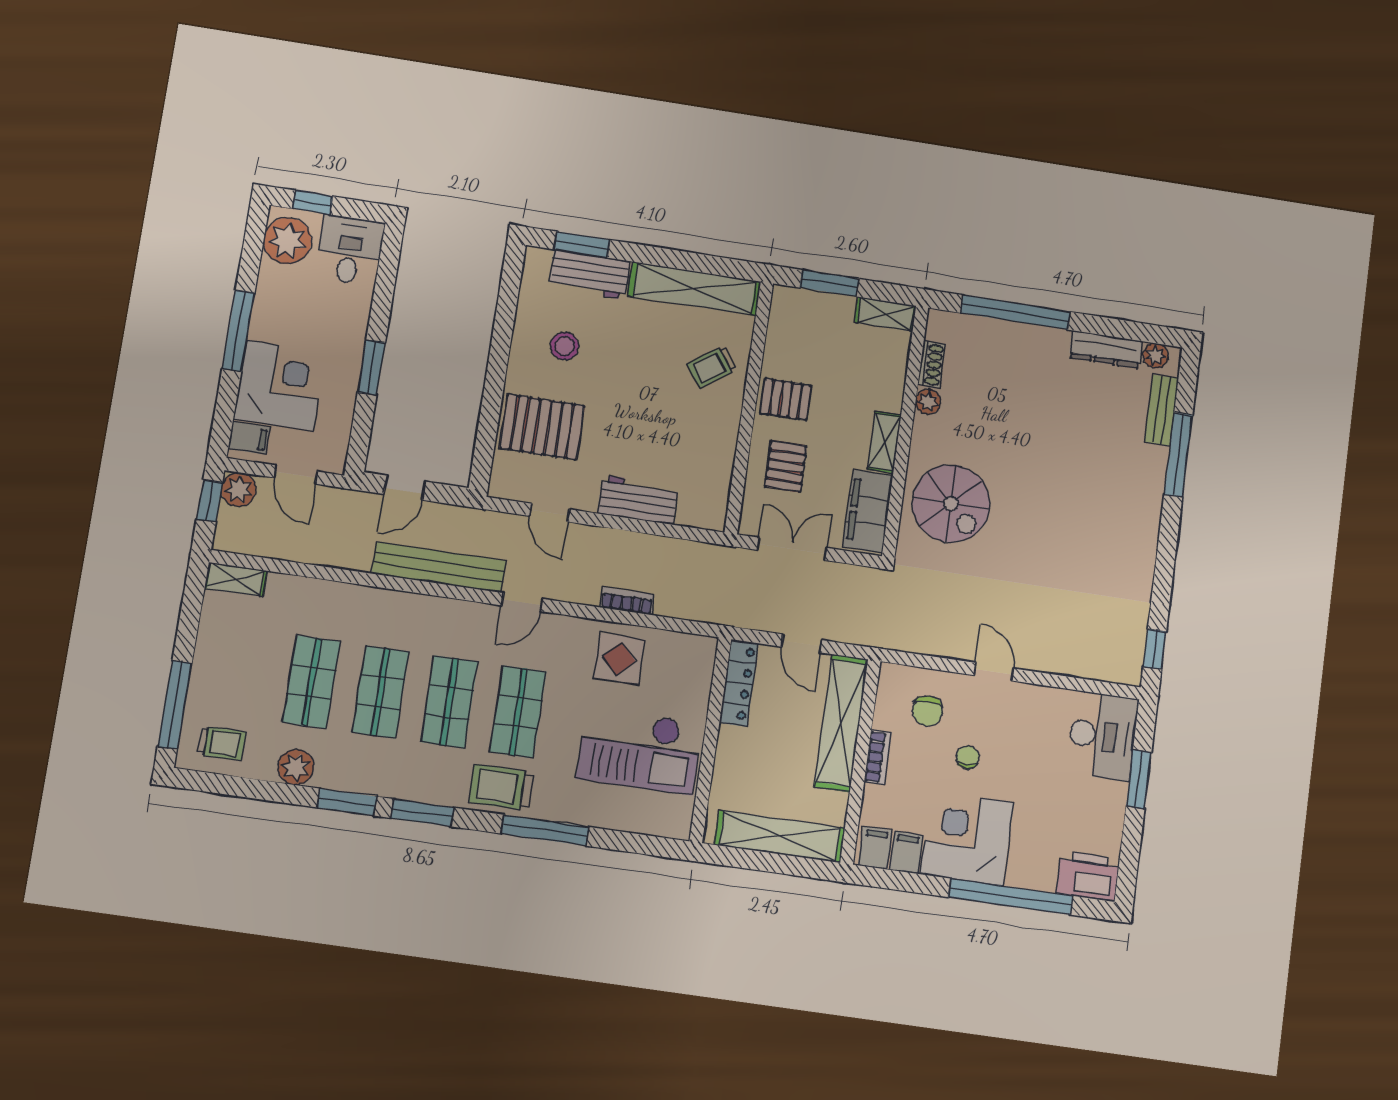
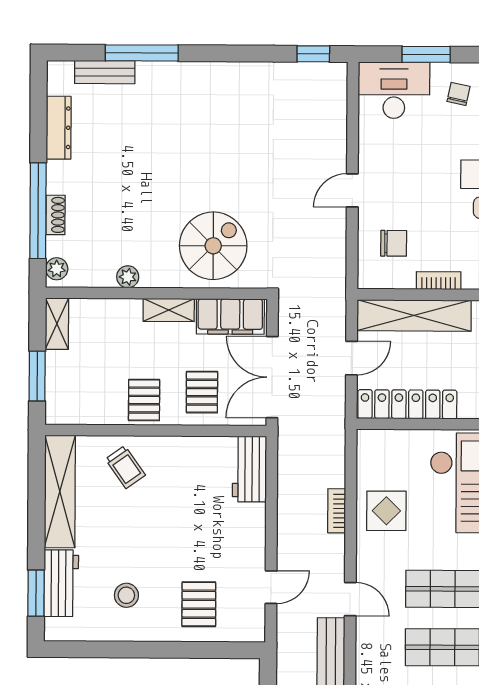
plant: (1156, 356) -> (57, 269), moved
shoe rack: (931, 364) -> (55, 215), moved, turned 90
pallet: (542, 427) -> (199, 604), width x0.67, depth x0.71
pallet: (786, 466) -> (202, 392), turned 90
workbench: (638, 500) -> (249, 469), moved
double door: (792, 549) -> (272, 377), width x1.37
locker: (739, 683) -> (407, 404), width x1.41, depth x1.21
chair: (968, 757) -> (458, 94), moved, turned 102

